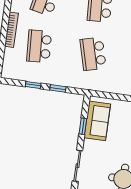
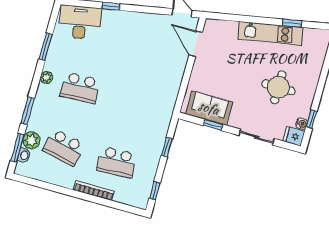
school desk: (93, 54) -> (133, 103), removed
window: (33, 85) -> (155, 191), moved

